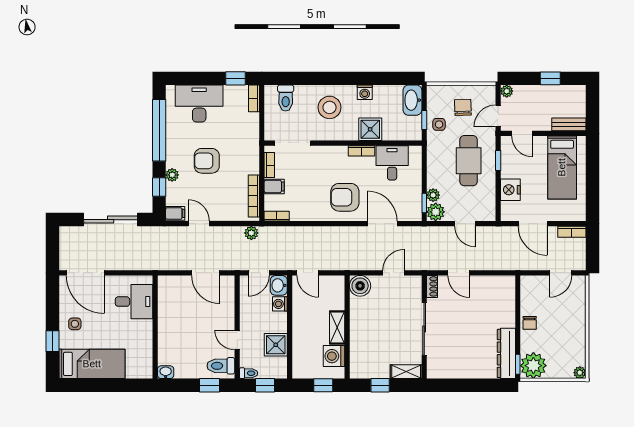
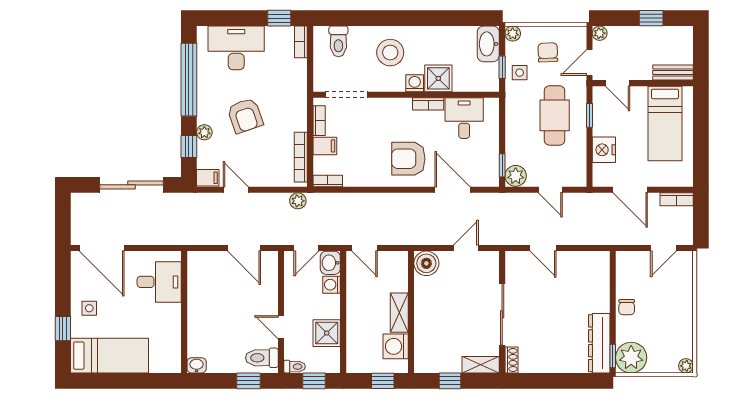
washing machine: (365, 92) -> (415, 83), moved, turned 180
armchair: (207, 161) -> (245, 116), turned -109
plant: (433, 195) -> (513, 34), moved
shoe rack: (432, 286) -> (511, 360), moved

